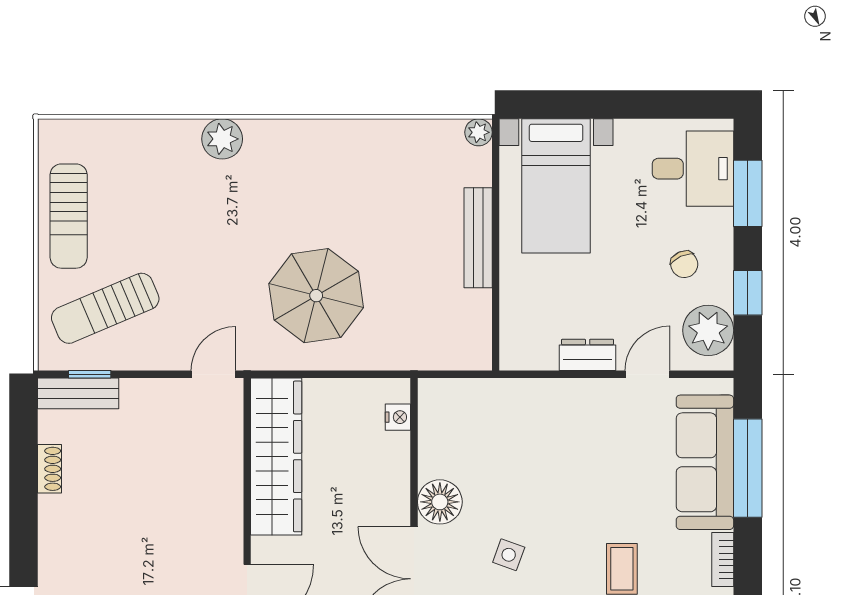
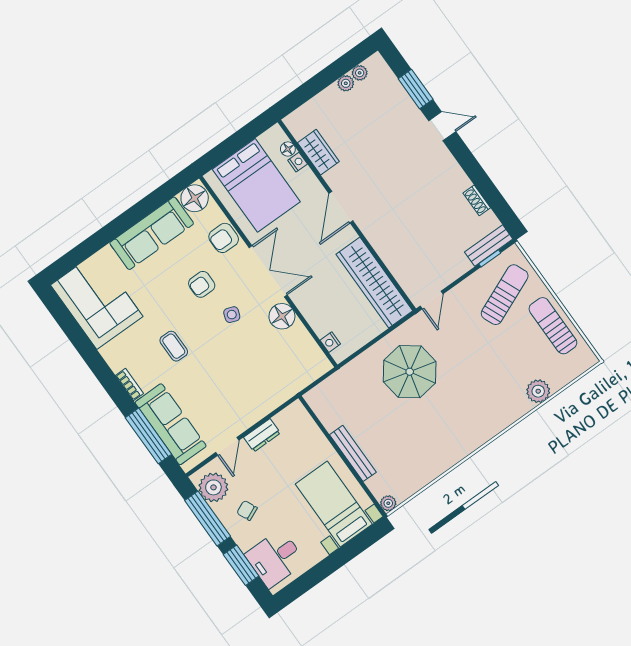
plant: (222, 139) -> (538, 391), moved
window: (748, 293) -> (208, 518), width x2.17

